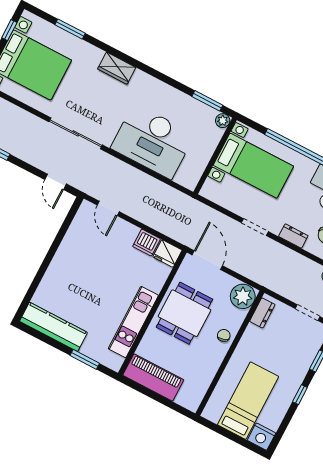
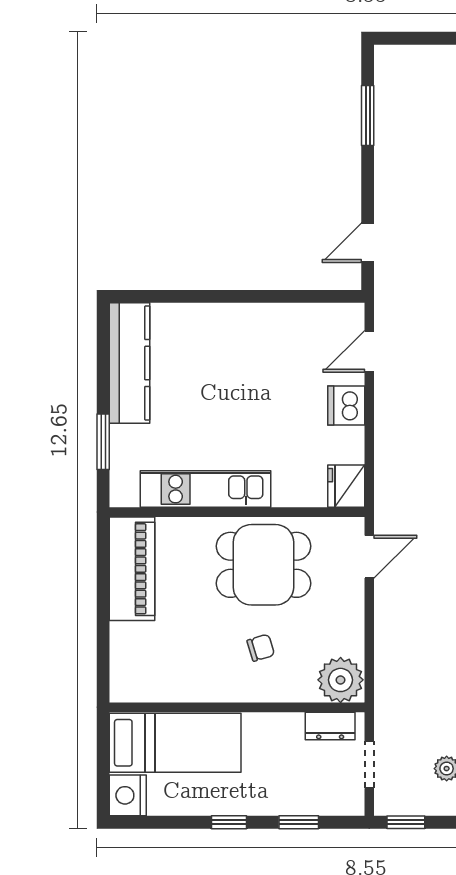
dishwasher: (147, 243) -> (346, 405), moved
door: (207, 260) -> (369, 557), width x0.73
plant: (243, 296) -> (341, 680), moved
dresser: (262, 313) -> (330, 726), moved
wall: (230, 353) -> (237, 707), moved

